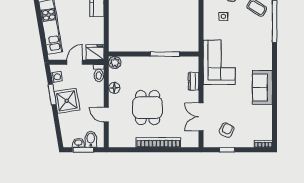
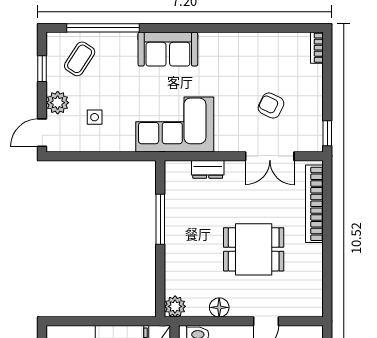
sofa: (262, 87) -> (168, 49), moved
armchair: (227, 130) -> (271, 106), moved
bookcase: (158, 142) -> (314, 204), moved
window: (227, 150) -> (327, 133), moved

